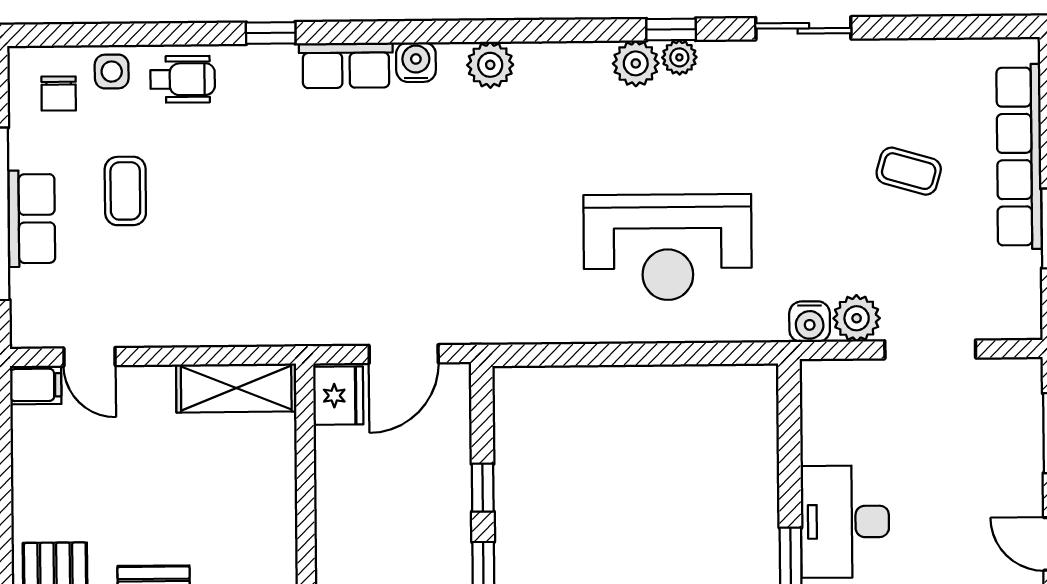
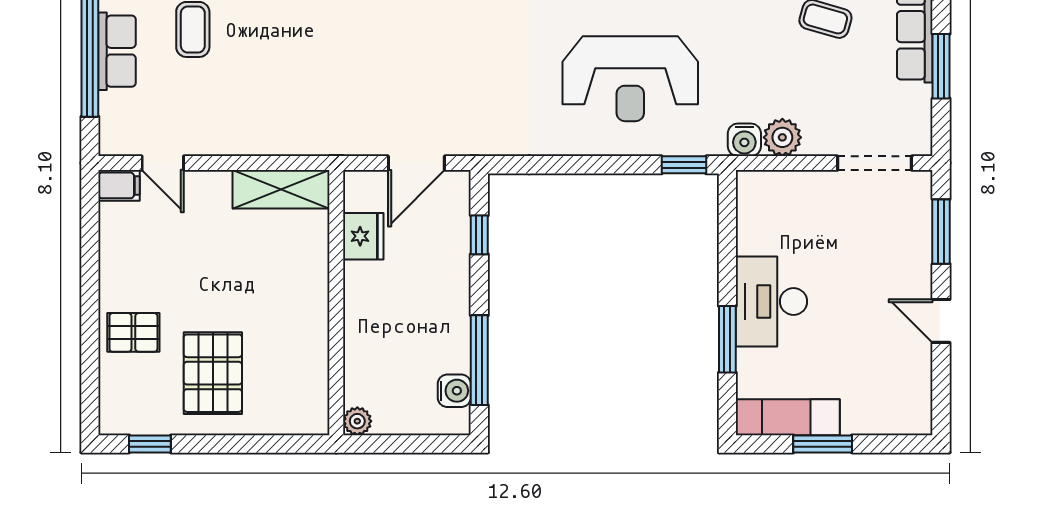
doorway: (930, 349) -> (875, 163), moved
window: (735, 353) -> (684, 165), added
fridge: (338, 396) -> (363, 236), moved
window: (483, 488) -> (479, 235), moved

